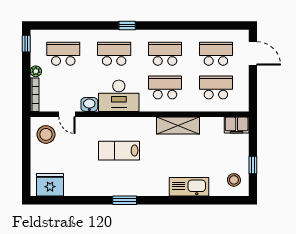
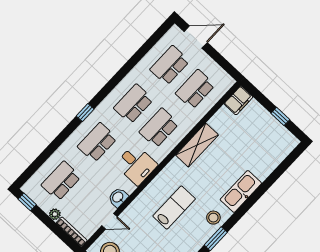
desk: (119, 96) -> (136, 165), width x0.73
lab bench: (119, 151) -> (174, 208), turned 180
stool: (234, 180) -> (213, 218), moved
kitchen sink: (189, 187) -> (241, 191), moved

